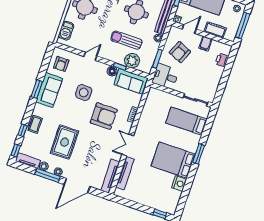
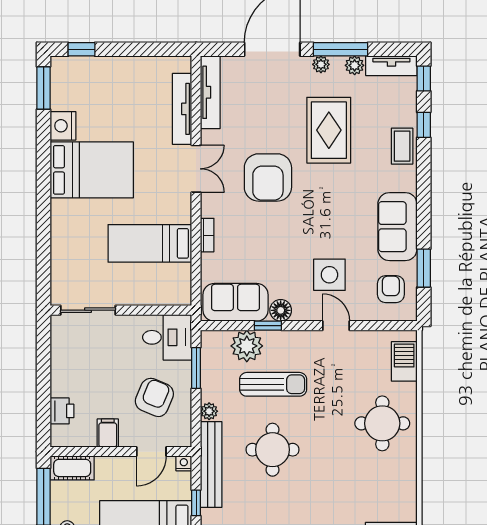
cot: (215, 30) -> (72, 468), moved
door: (90, 56) -> (336, 326), swing flipped
window: (37, 89) -> (424, 268), moved
side table: (84, 92) -> (329, 275), moved
armchair: (104, 116) -> (268, 177), moved, turned -90
bed: (186, 121) -> (150, 243), moved, turned 180
window: (199, 154) -> (44, 88), moved

